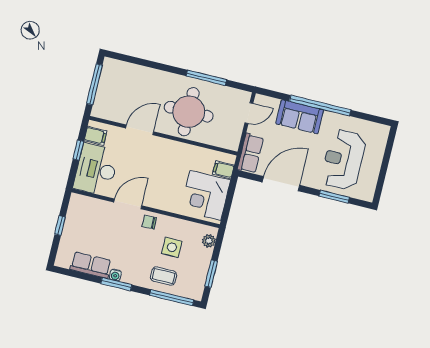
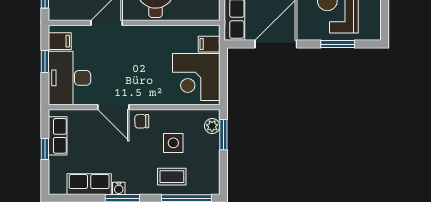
door: (128, 204) -> (113, 107), swing flipped
row of seats: (74, 217) -> (58, 136), added
window: (211, 274) -> (223, 135), moved

